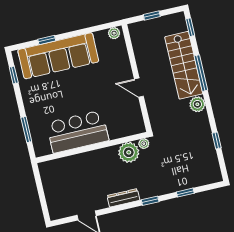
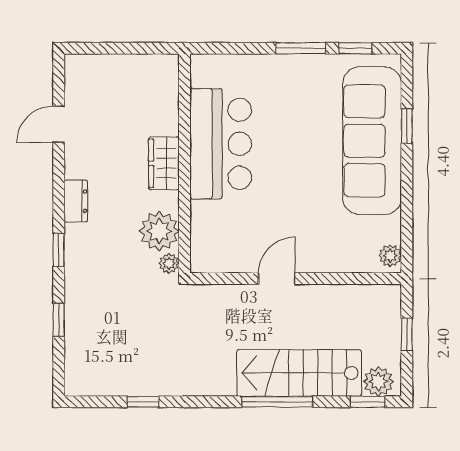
plant: (197, 104) -> (378, 381), moved
window: (26, 129) -> (301, 48), moved
wardrobe: (94, 158) -> (164, 163), added
dresser: (123, 198) -> (76, 201), width x0.70

